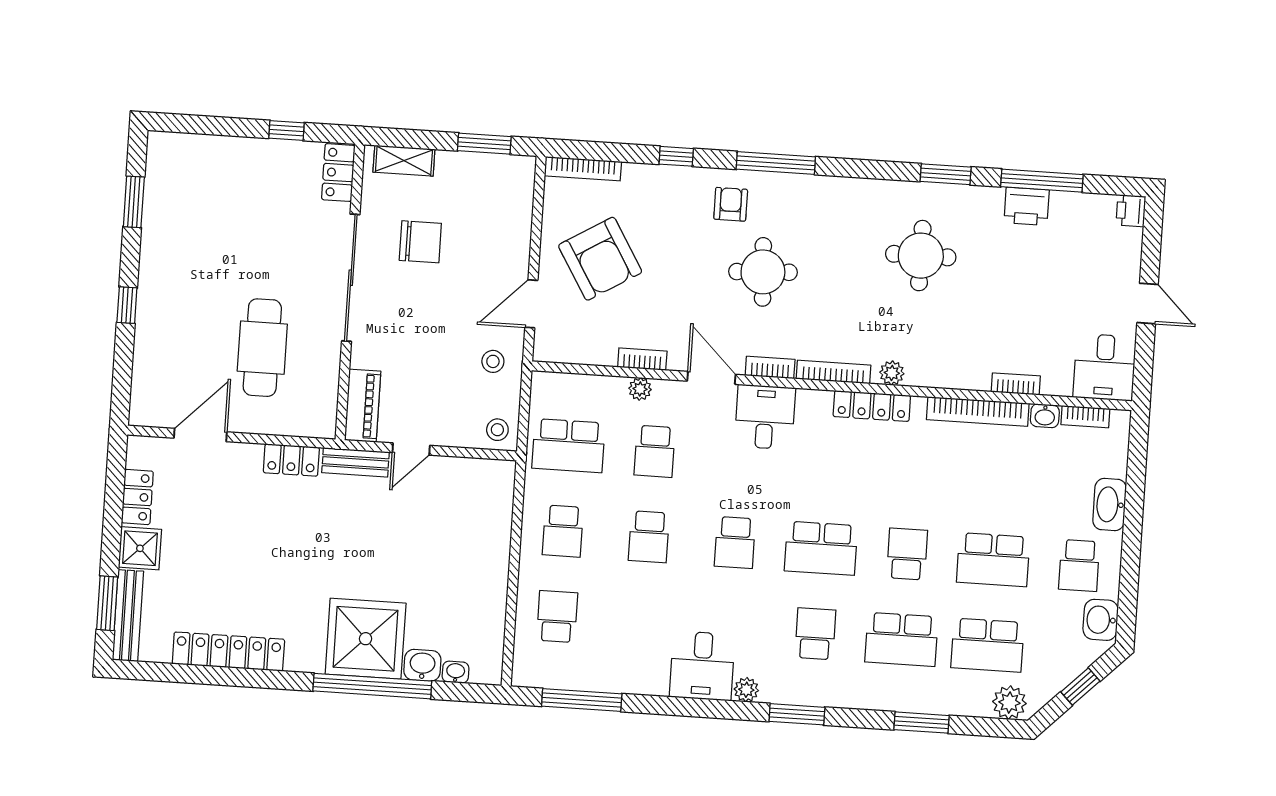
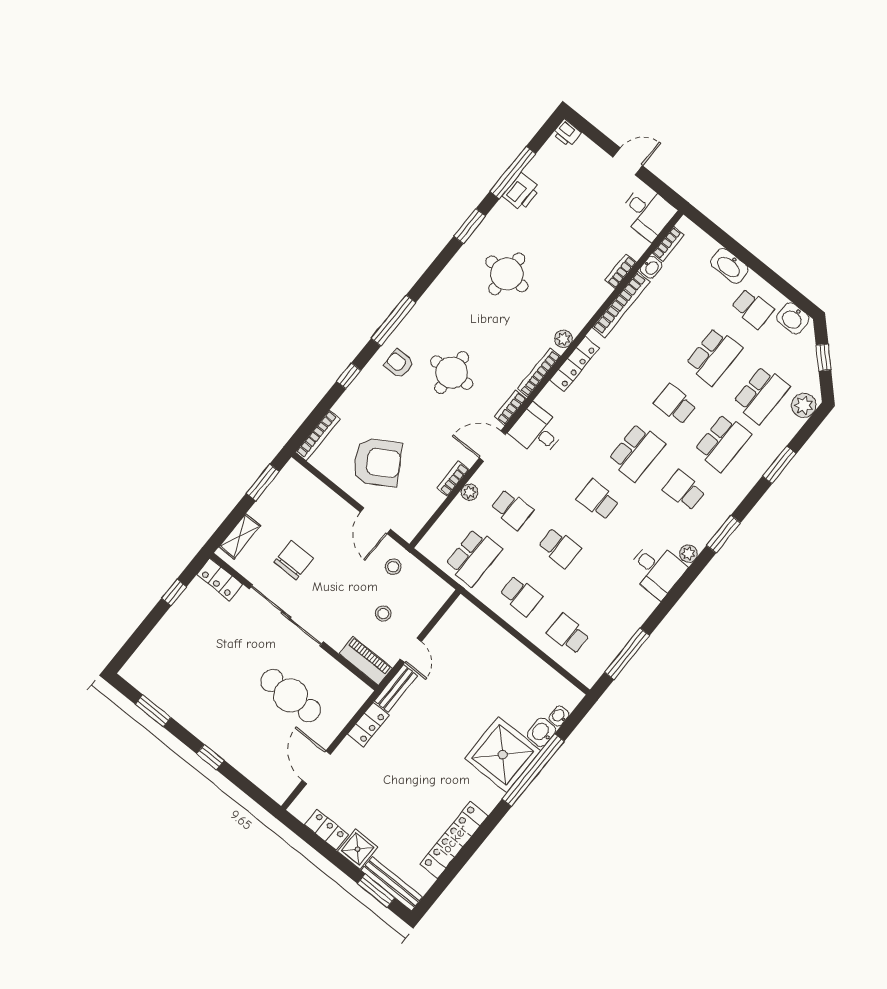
stool: (497, 430) -> (383, 614), moved
school desk: (735, 543) -> (598, 500), turned 180

